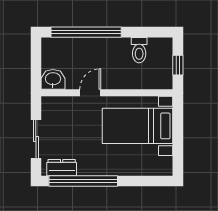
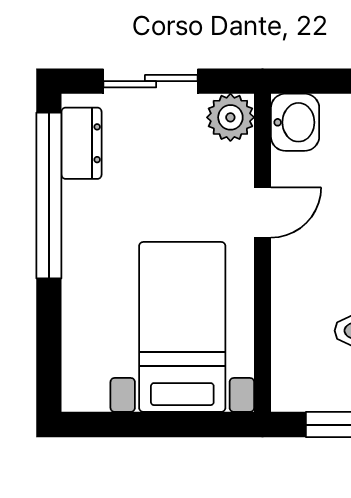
door: (90, 93) -> (262, 213), hinge flipped
plant: (51, 106) -> (230, 117), added

